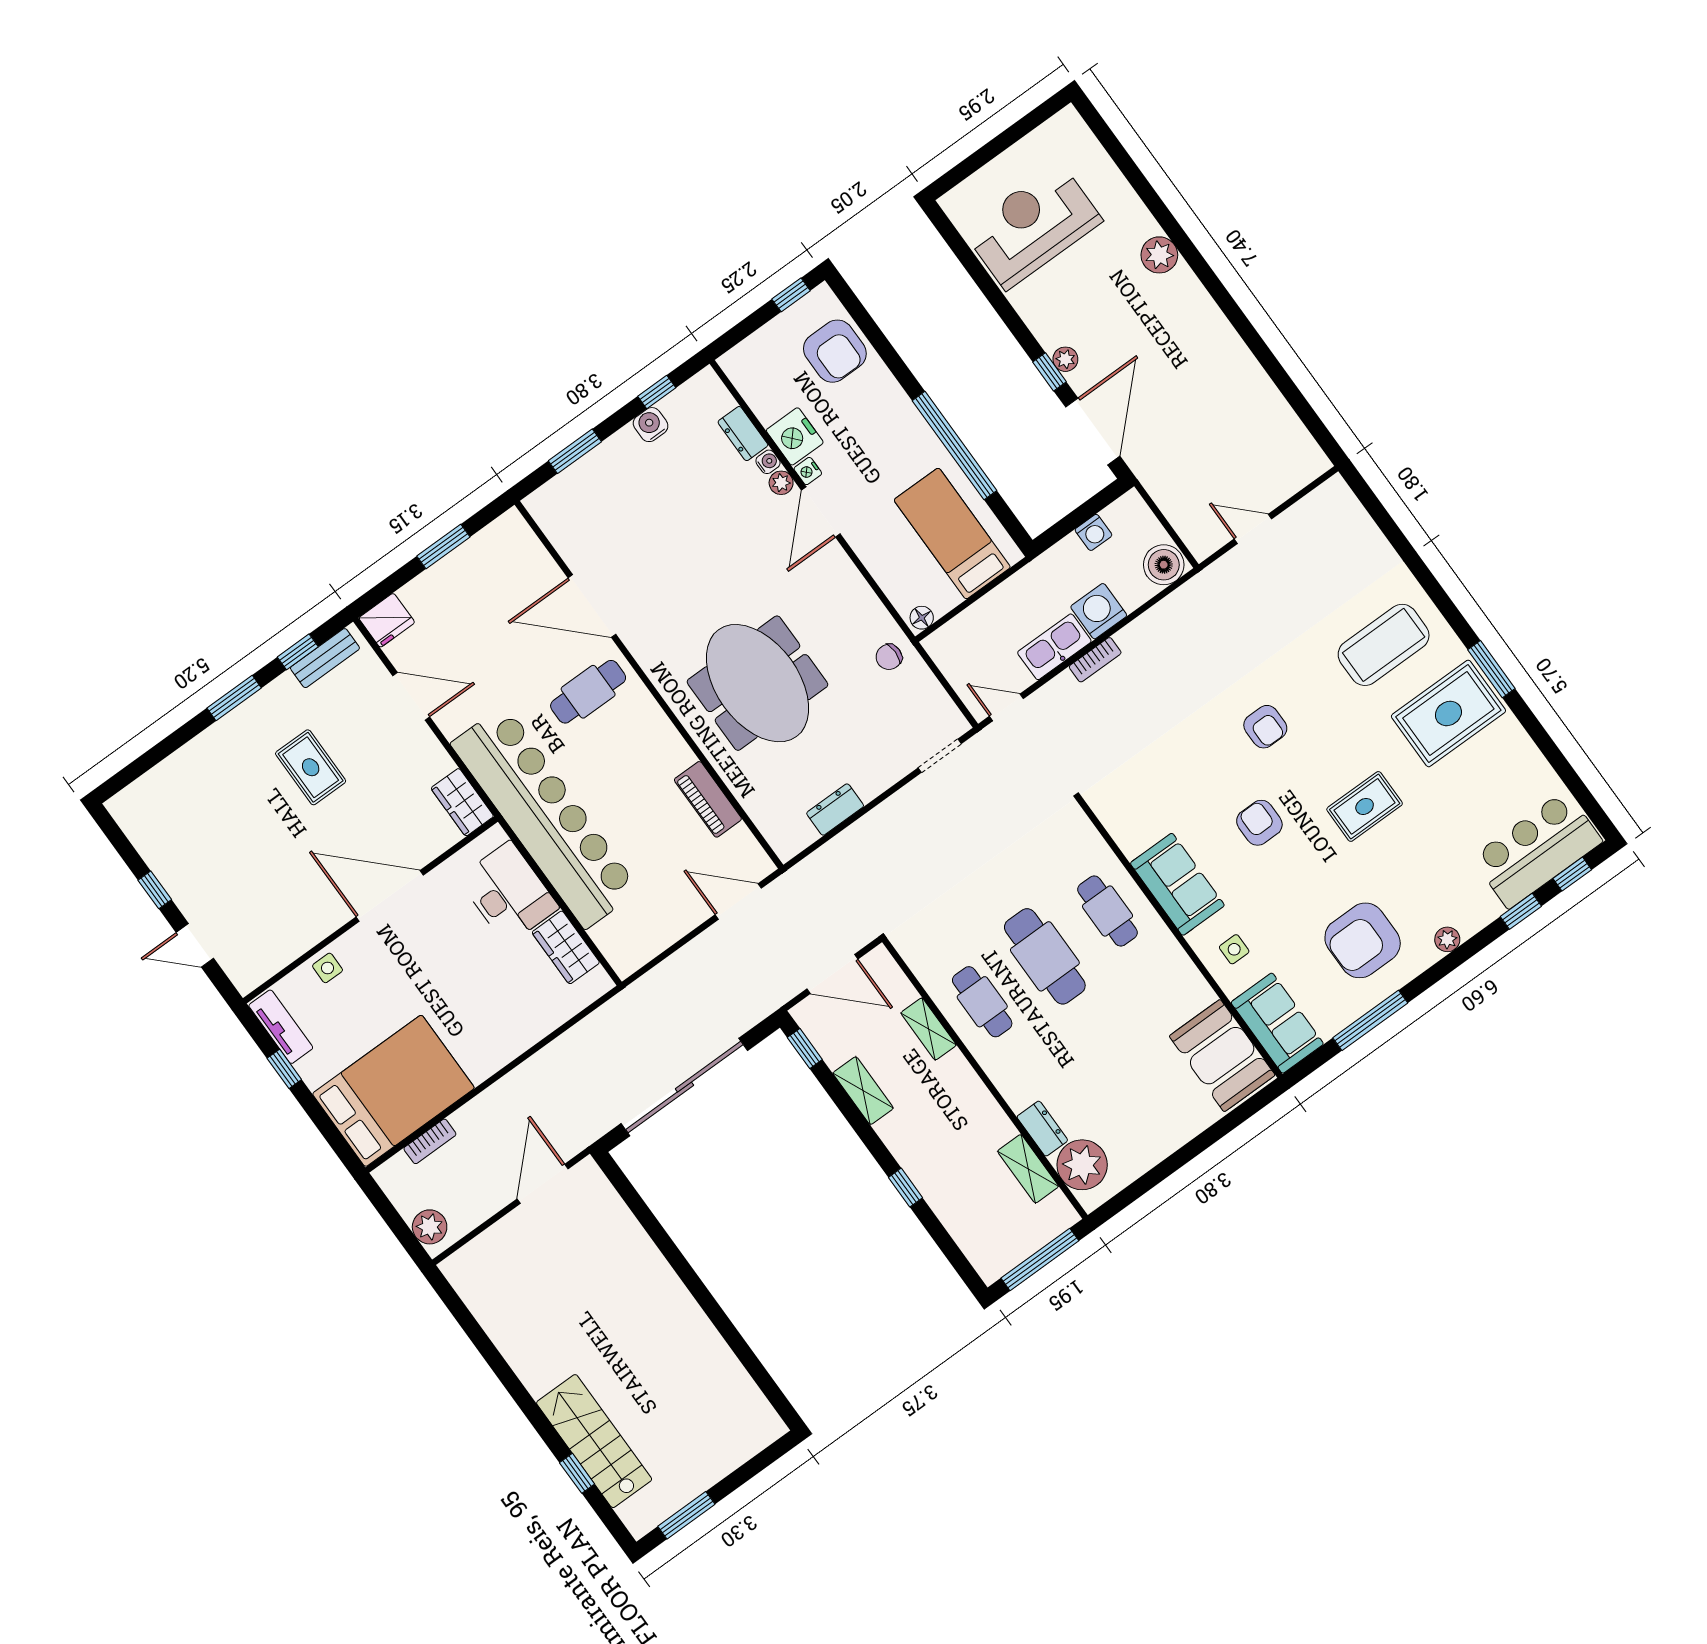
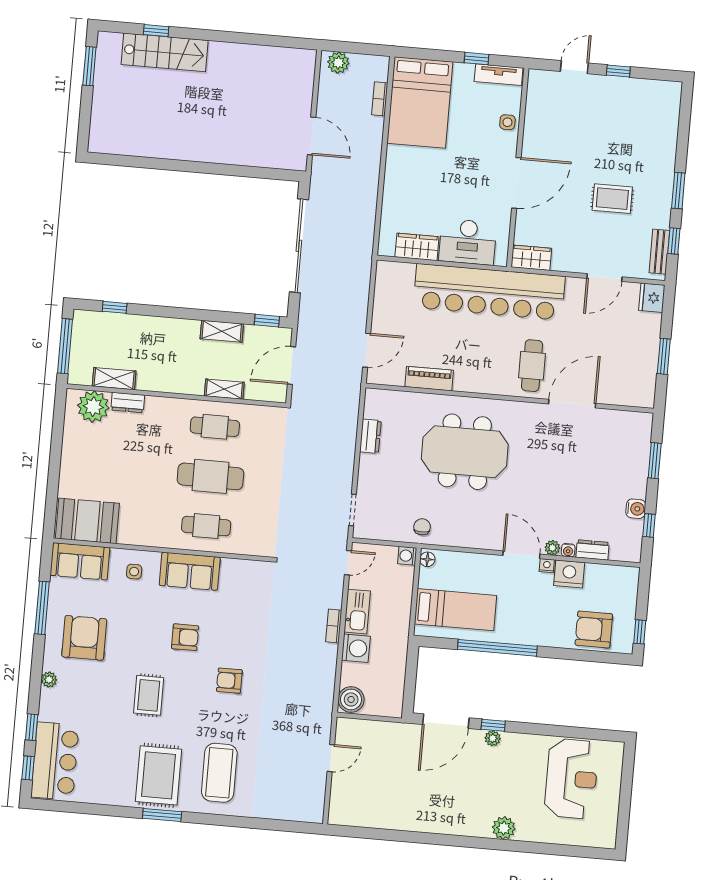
door: (1093, 432) -> (446, 721), hinge flipped
washing machine: (1093, 532) -> (407, 556), moved
window: (905, 1188) -> (115, 307), moved

